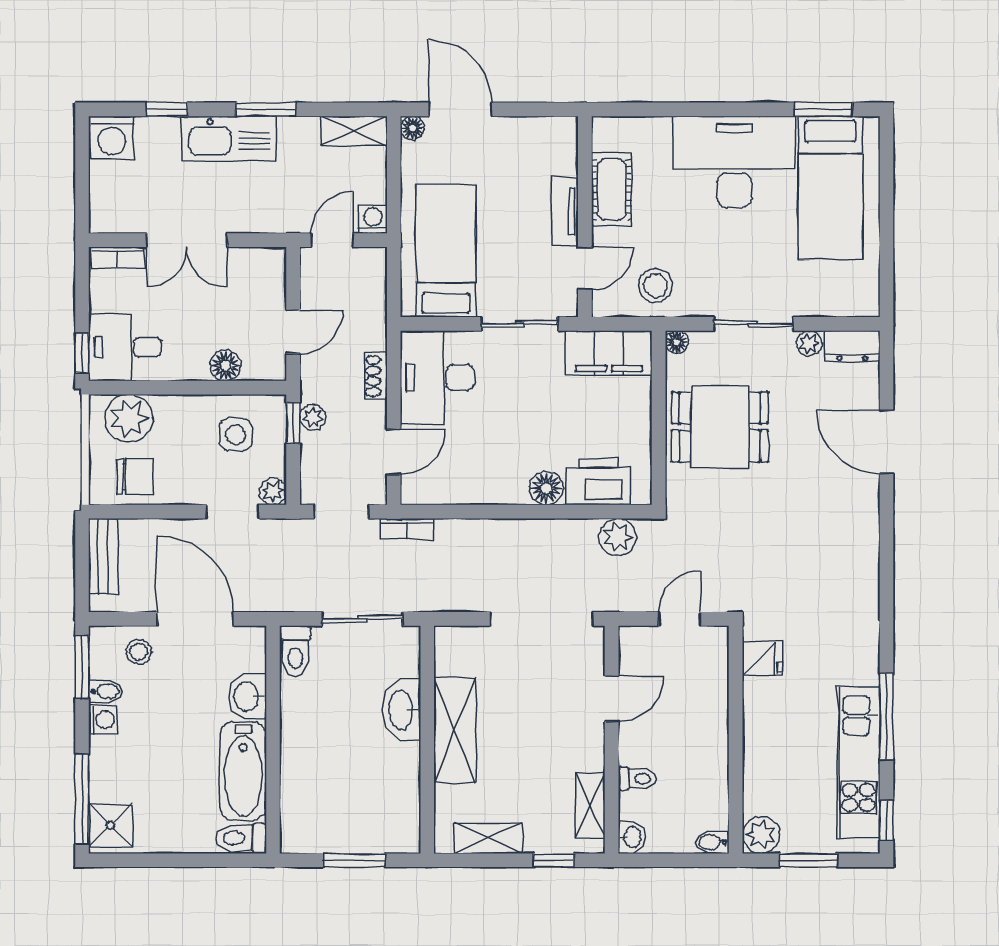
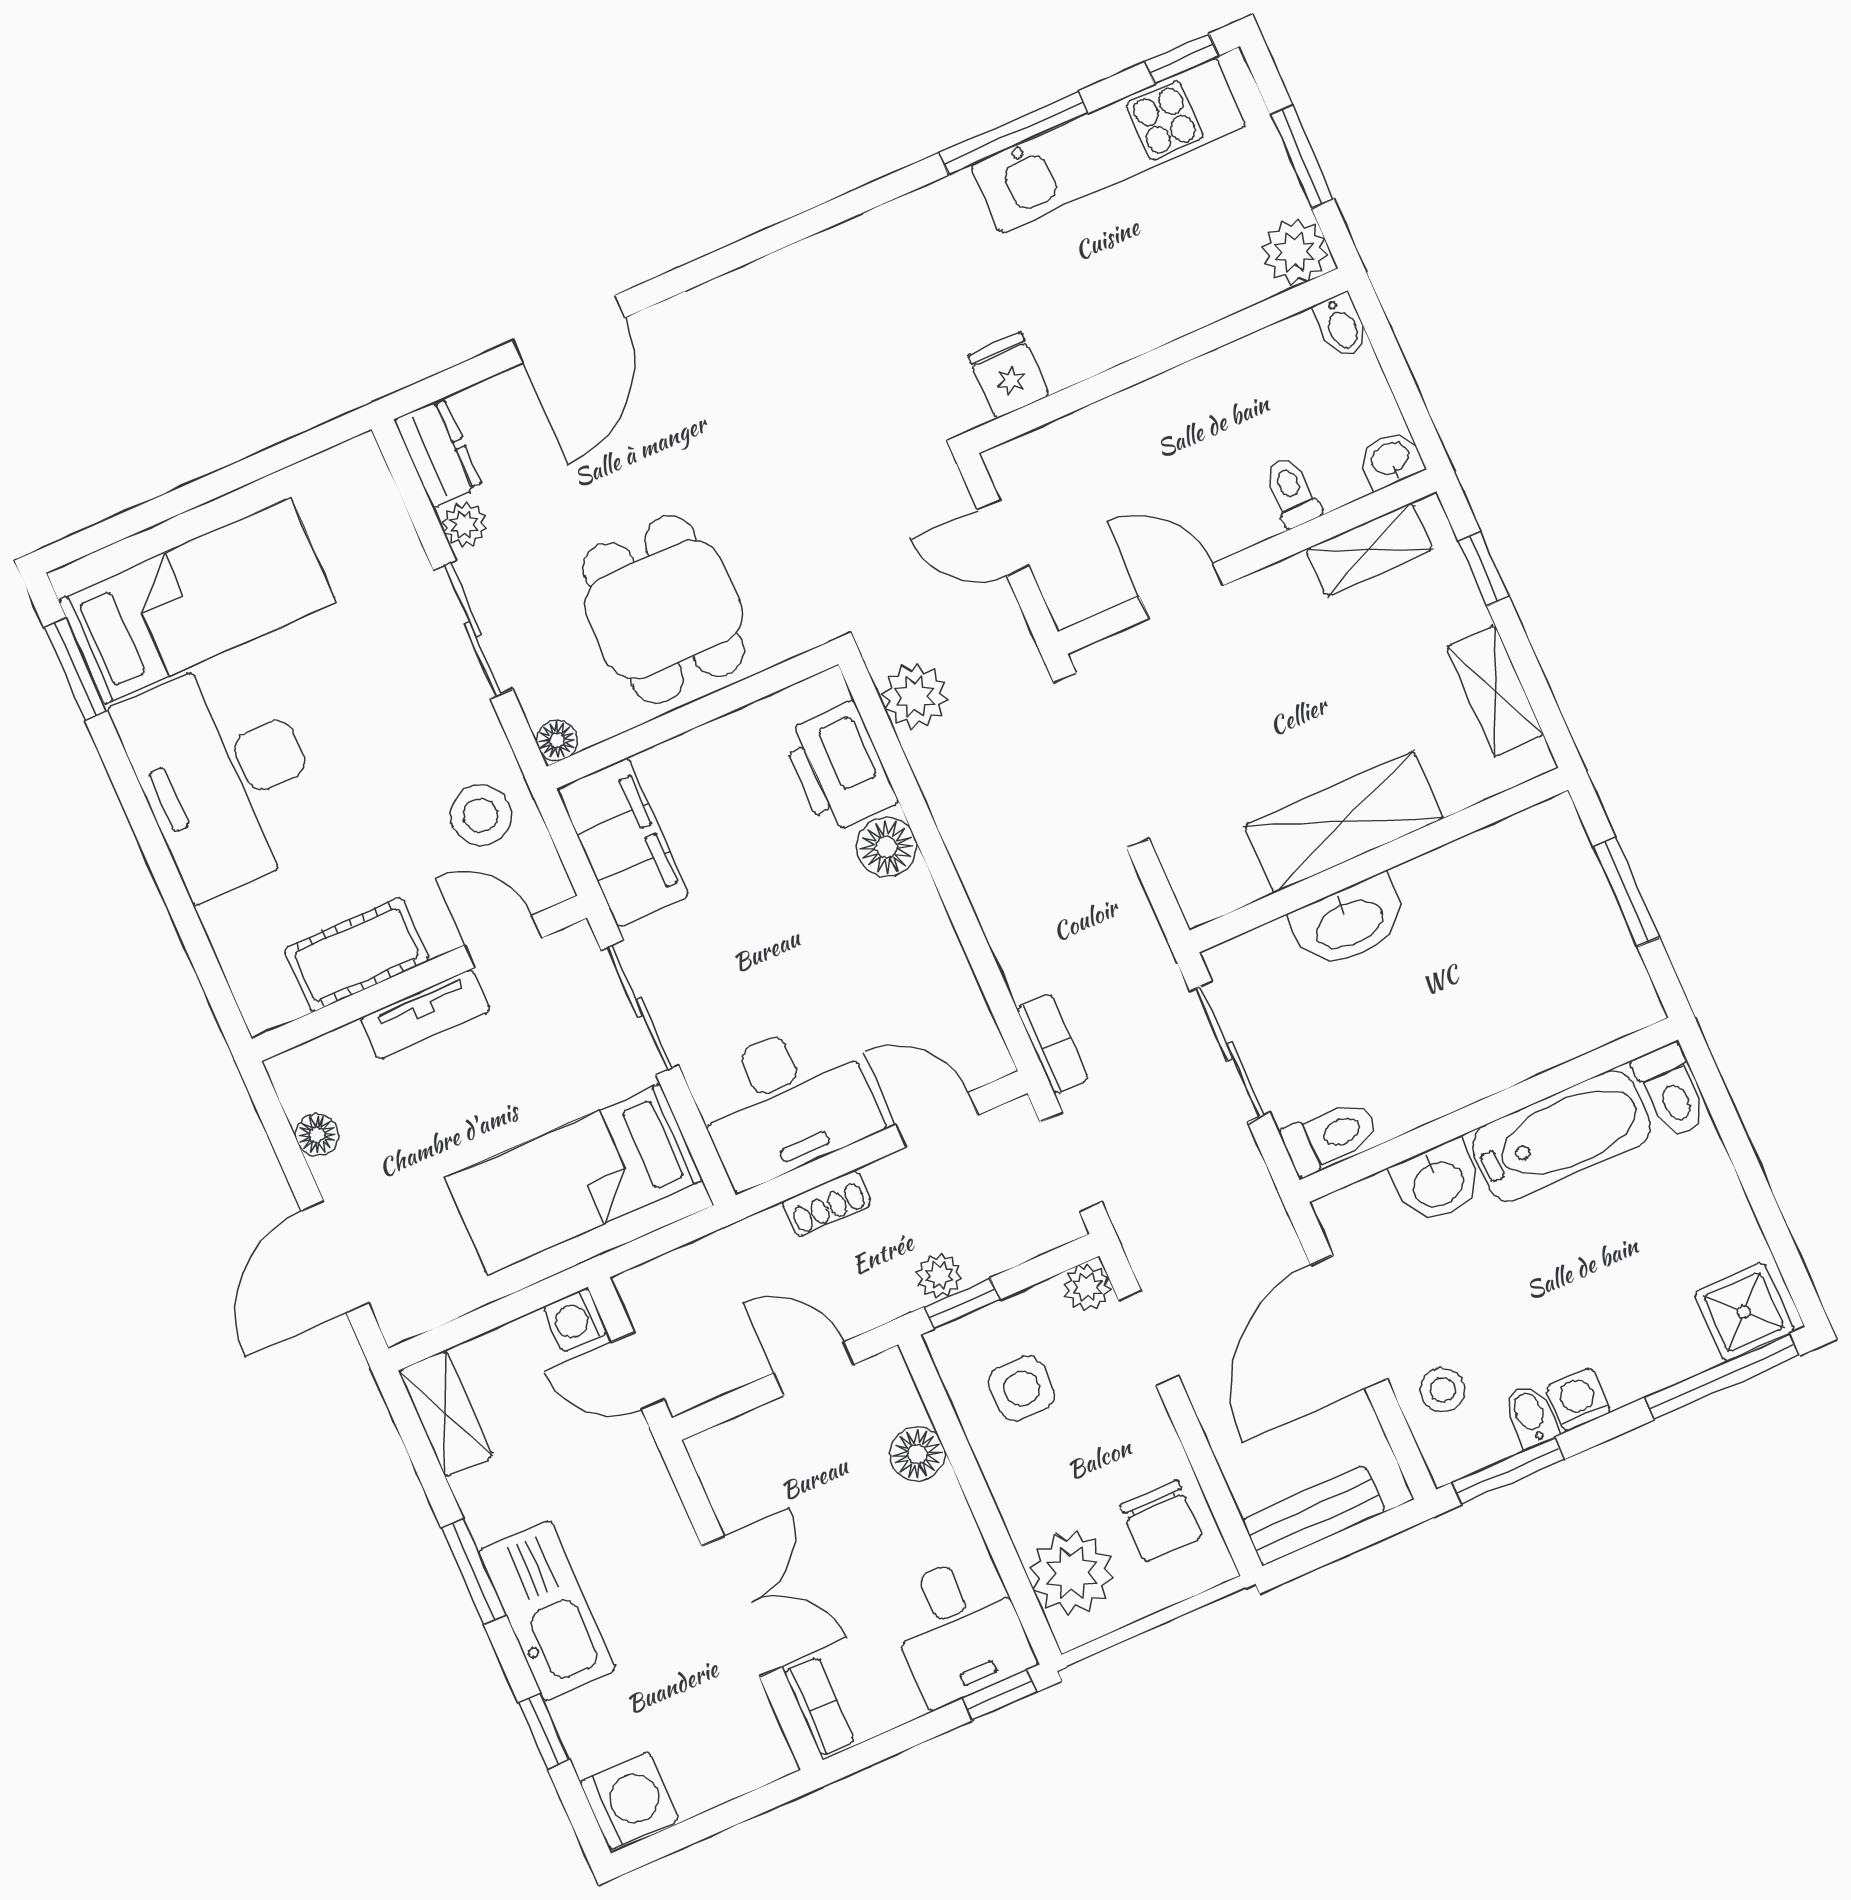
floor lamp: (412, 128) -> (317, 1135), moved
chair: (135, 476) -> (1161, 1521), turned 180

